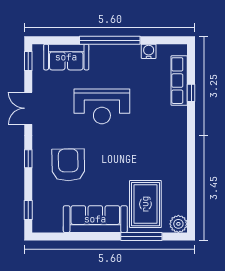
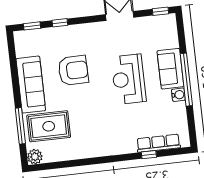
water cooler: (149, 51) -> (178, 95), moved
sofa: (66, 57) -> (170, 69), moved
window: (28, 159) -> (60, 23), moved
armchair: (68, 165) -> (73, 70), moved

